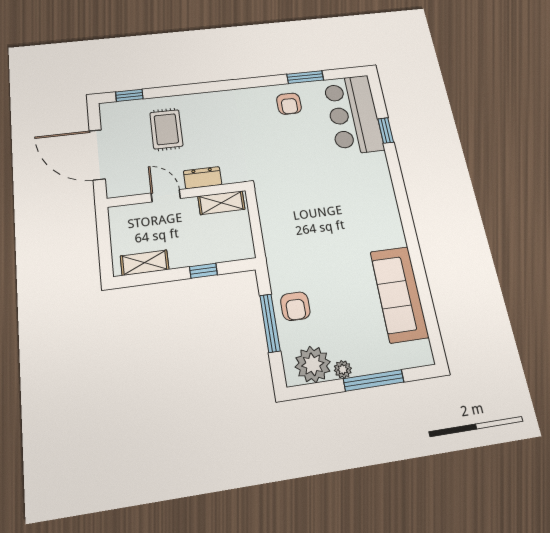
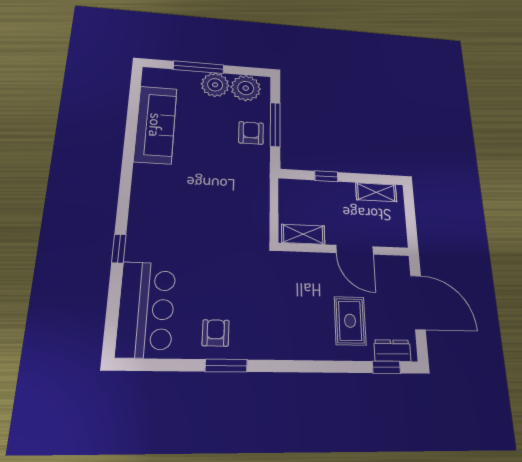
window: (305, 77) -> (226, 366), moved
window: (386, 130) -> (119, 249), moved
dresser: (203, 178) -> (392, 351), moved, turned 180
door: (166, 196) -> (355, 250), width x1.37
plant: (343, 369) -> (215, 85), width x1.87, depth x1.87

